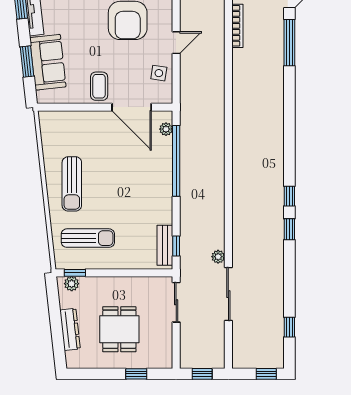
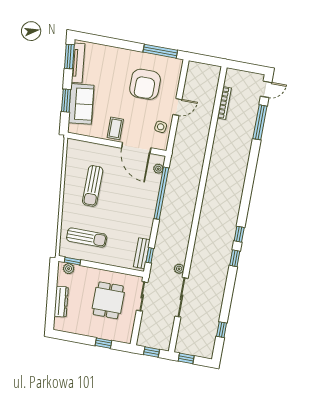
sun lounger: (72, 184) -> (93, 186), moved
dining table: (119, 329) -> (108, 300), moved
window: (266, 374) -> (186, 358), moved

